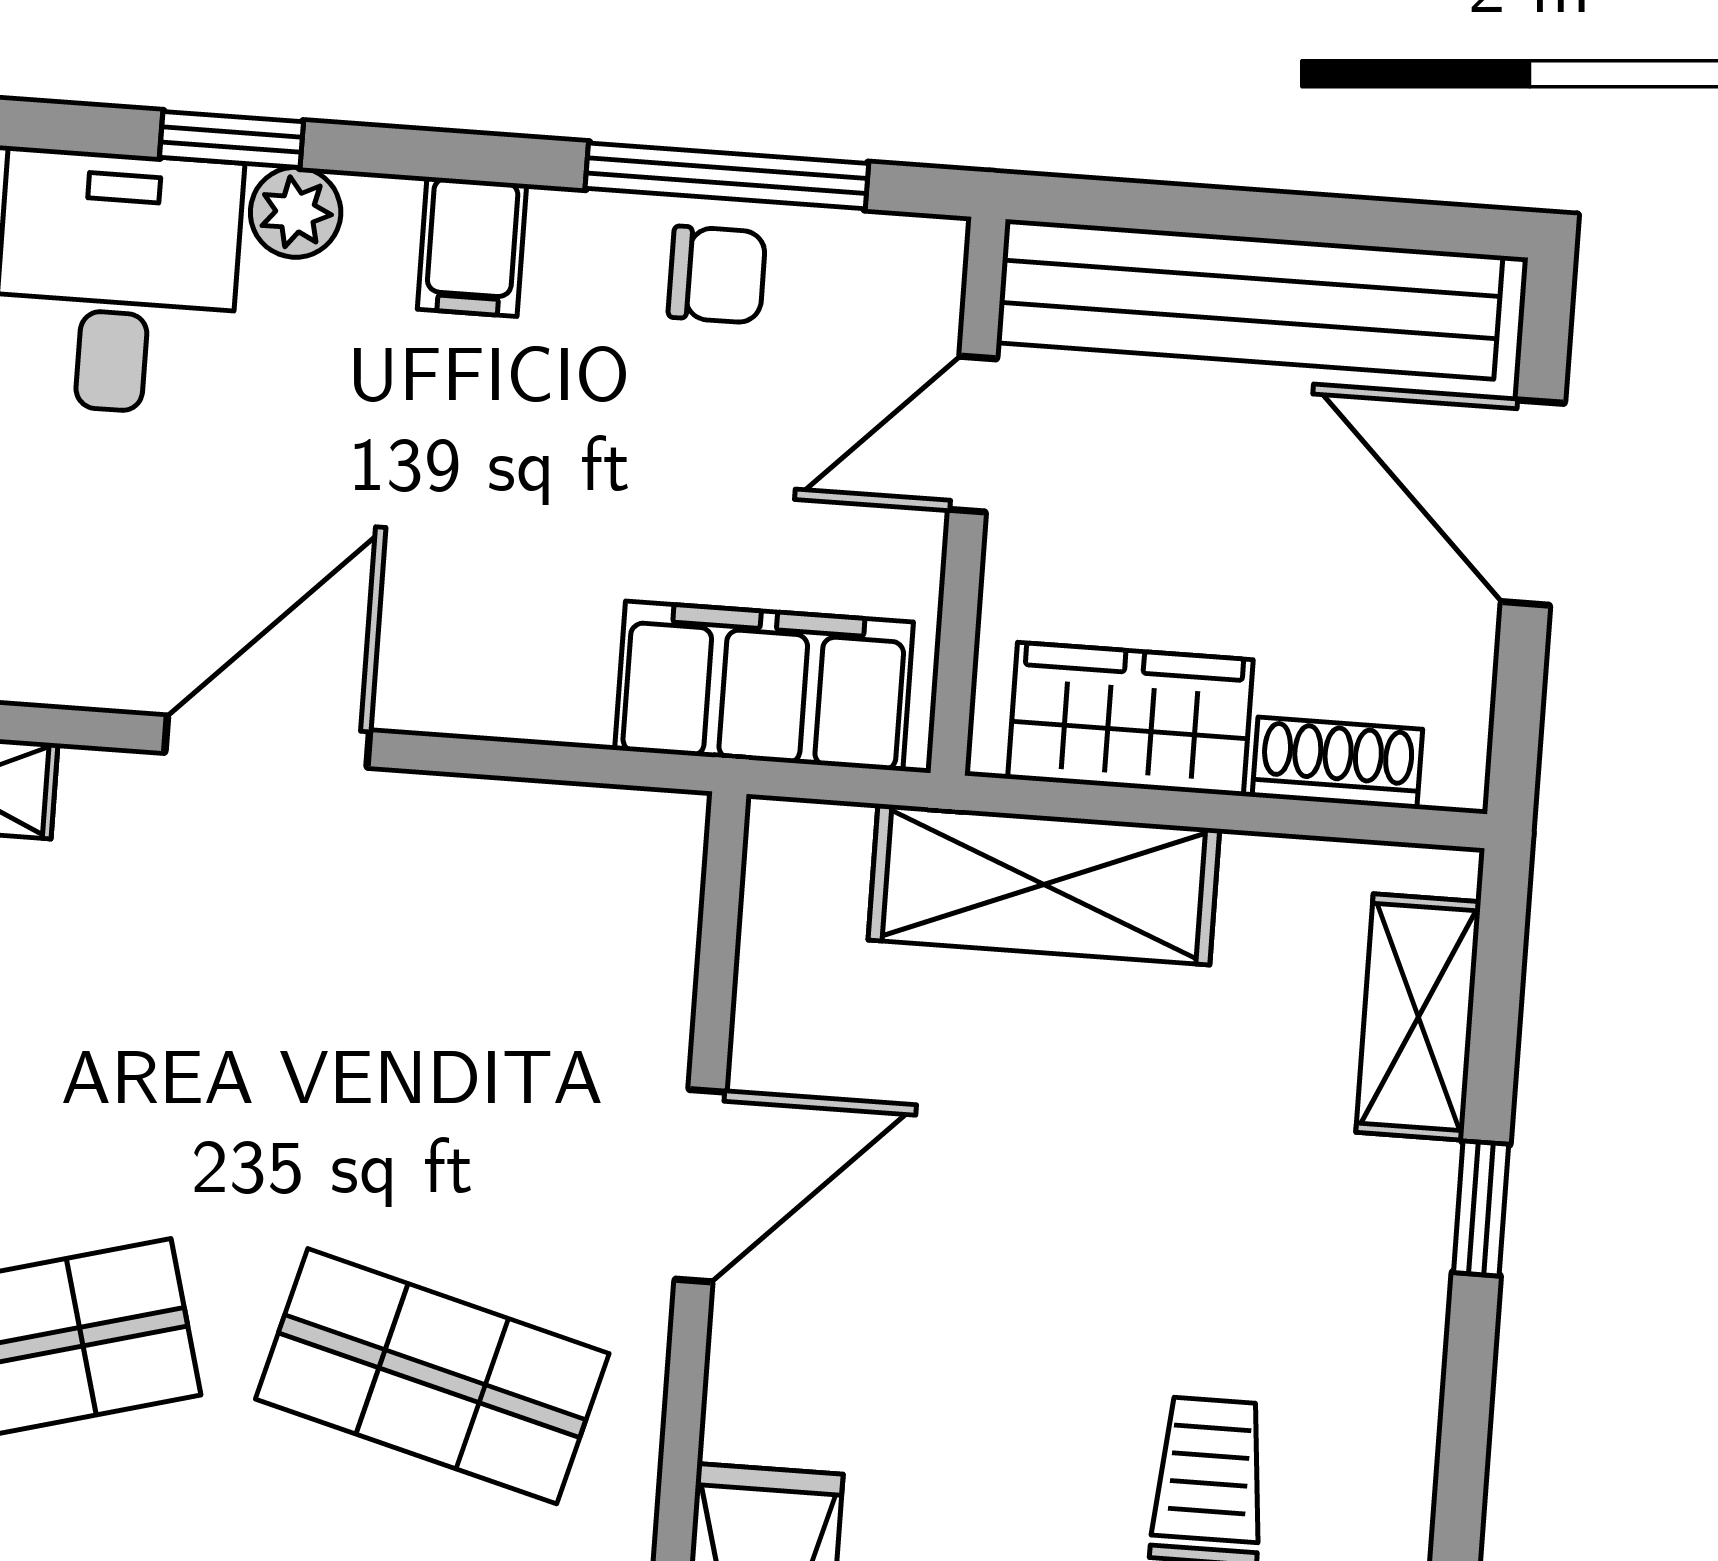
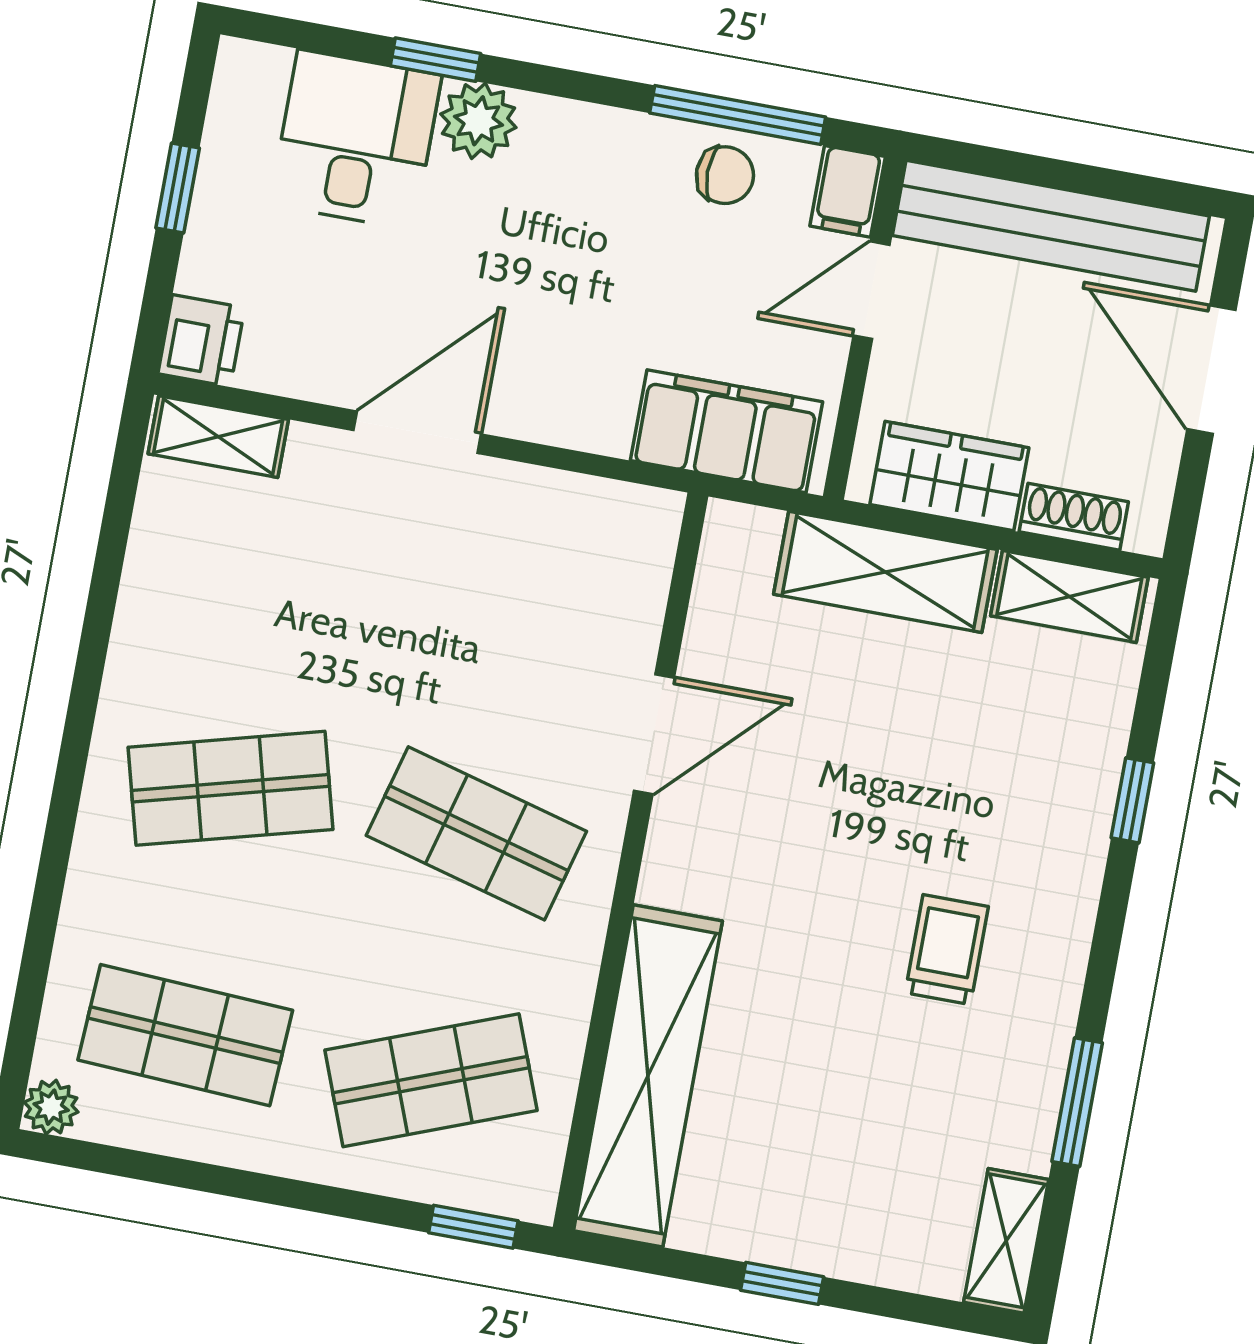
plant: (296, 212) -> (478, 121), width x1.38, depth x1.38
filing cabinet: (472, 247) -> (848, 191), moved
shelving: (1418, 1017) -> (1069, 596), moved, turned 90

